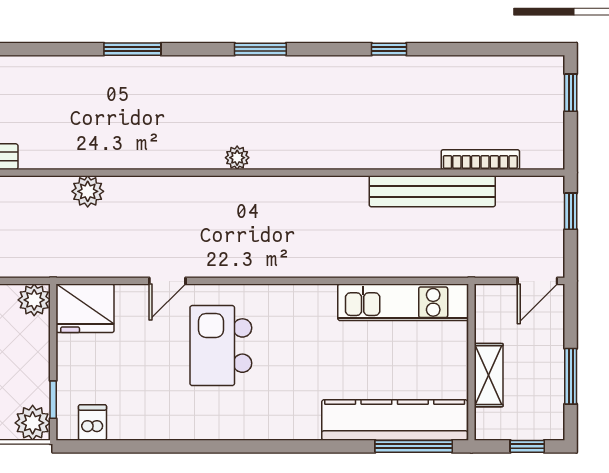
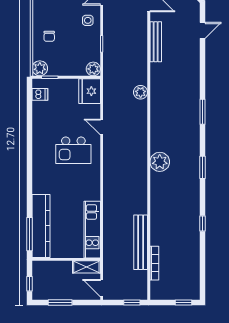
plant: (237, 158) -> (160, 162), width x1.88, depth x1.88
kitchen island: (221, 346) -> (73, 150), turned 180
shelving: (489, 375) -> (86, 267), moved

